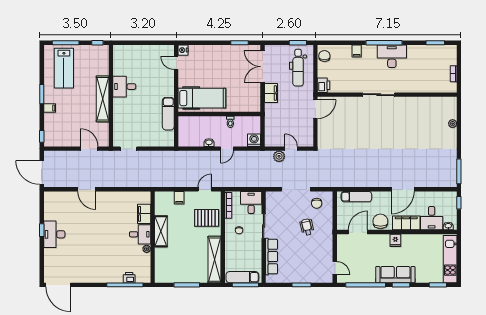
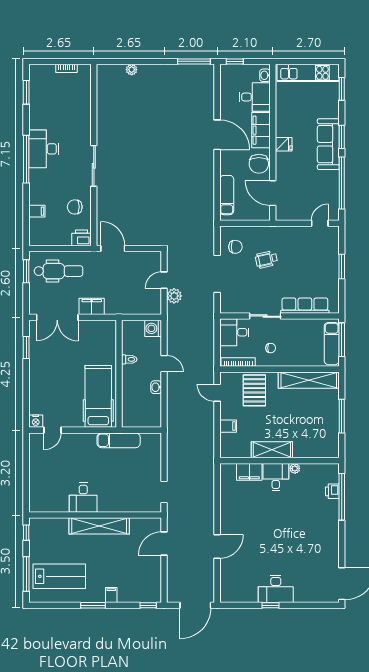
filing cabinet: (357, 51) -> (37, 211), moved
chair: (324, 56) -> (75, 207), moved
chair: (380, 221) -> (259, 164), turned -90

